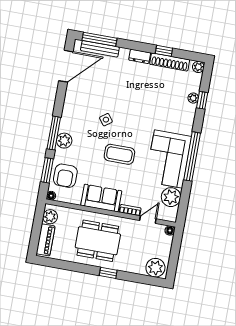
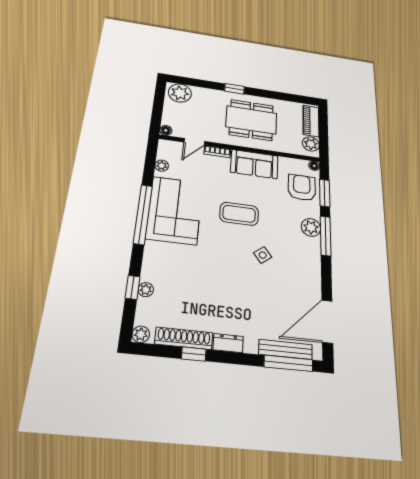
plant: (171, 197) -> (162, 166), width x0.53, depth x0.53

